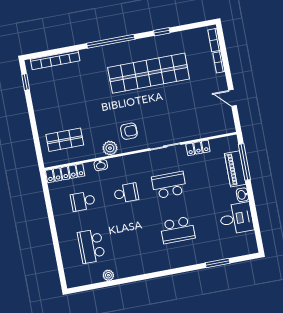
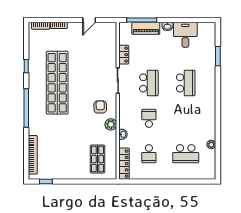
school desk: (169, 185) -> (149, 83), turned 180

